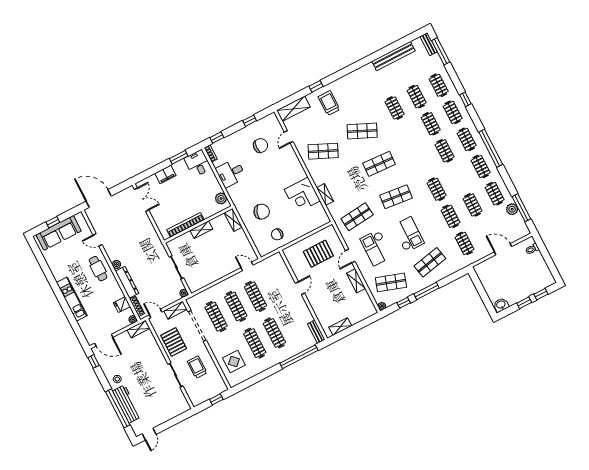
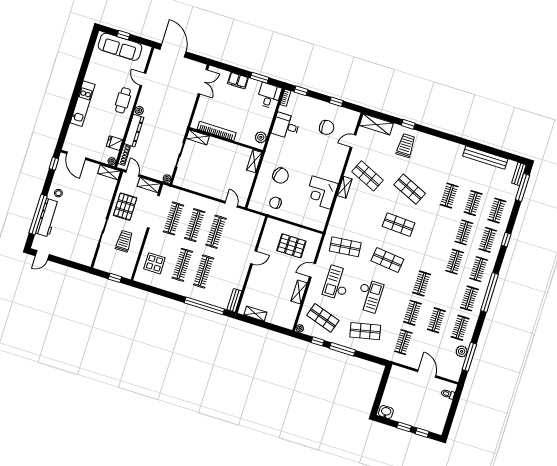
shelving: (325, 194) -> (345, 187), moved
shelving: (201, 230) -> (198, 137), moved

